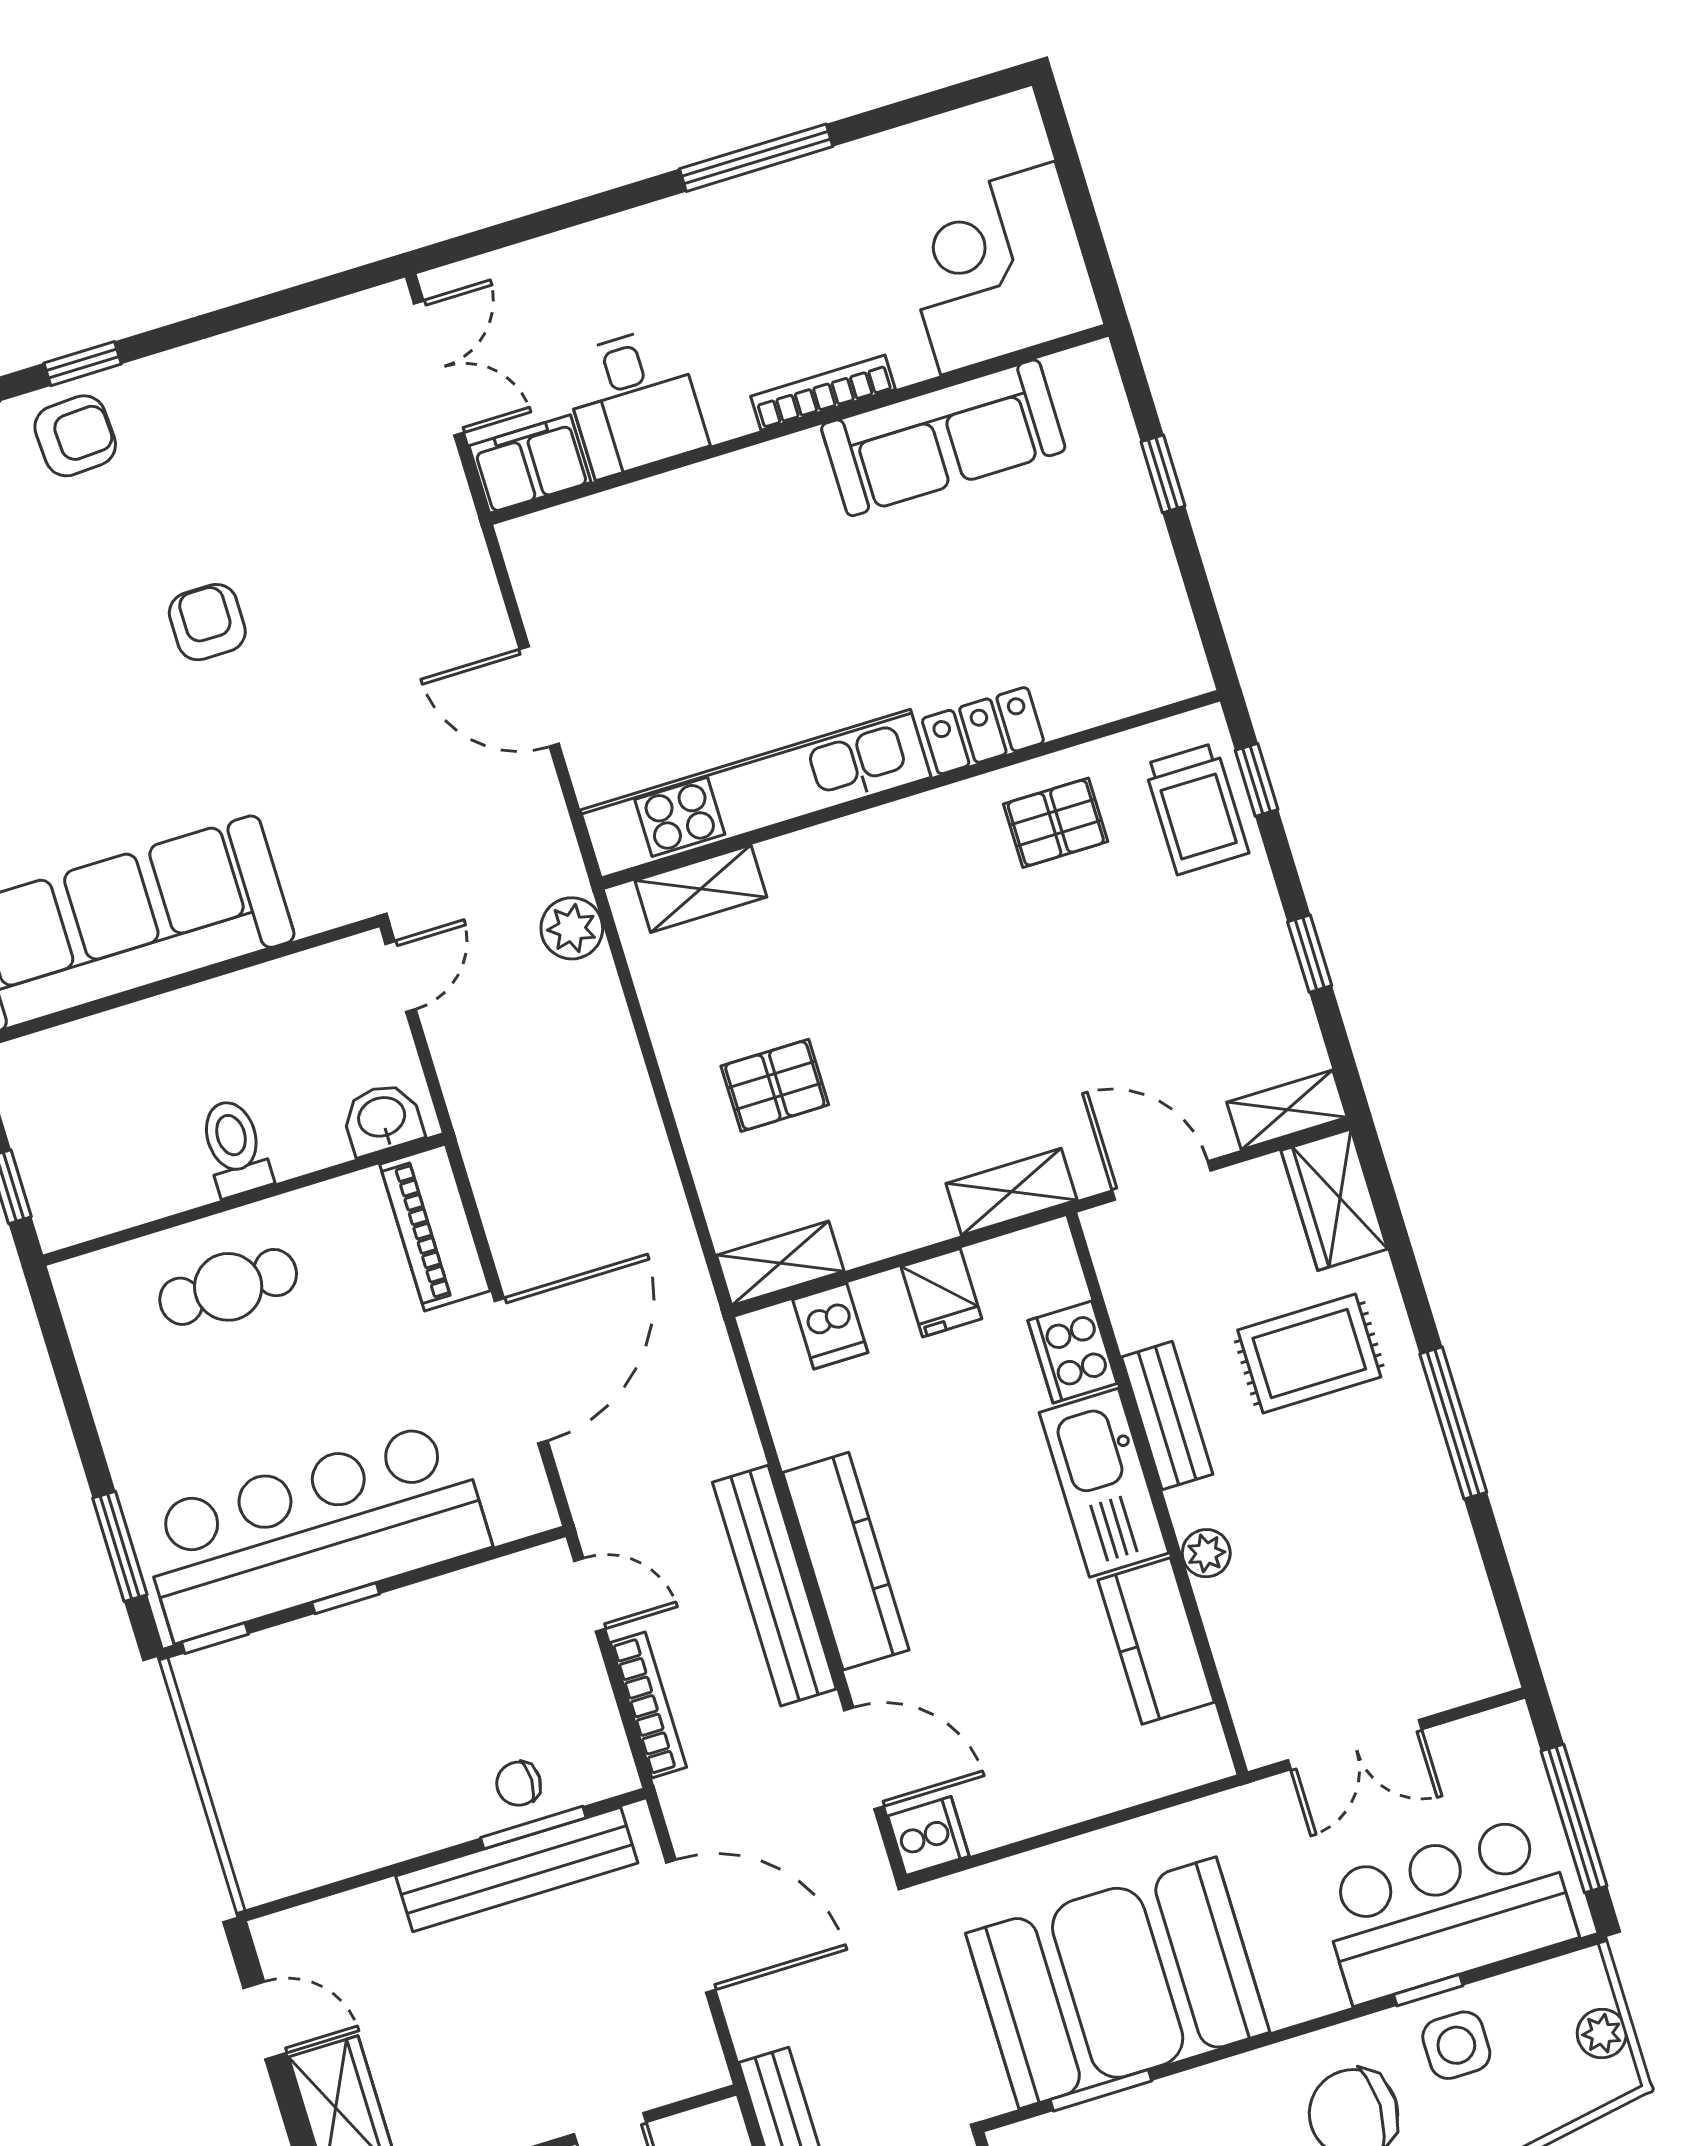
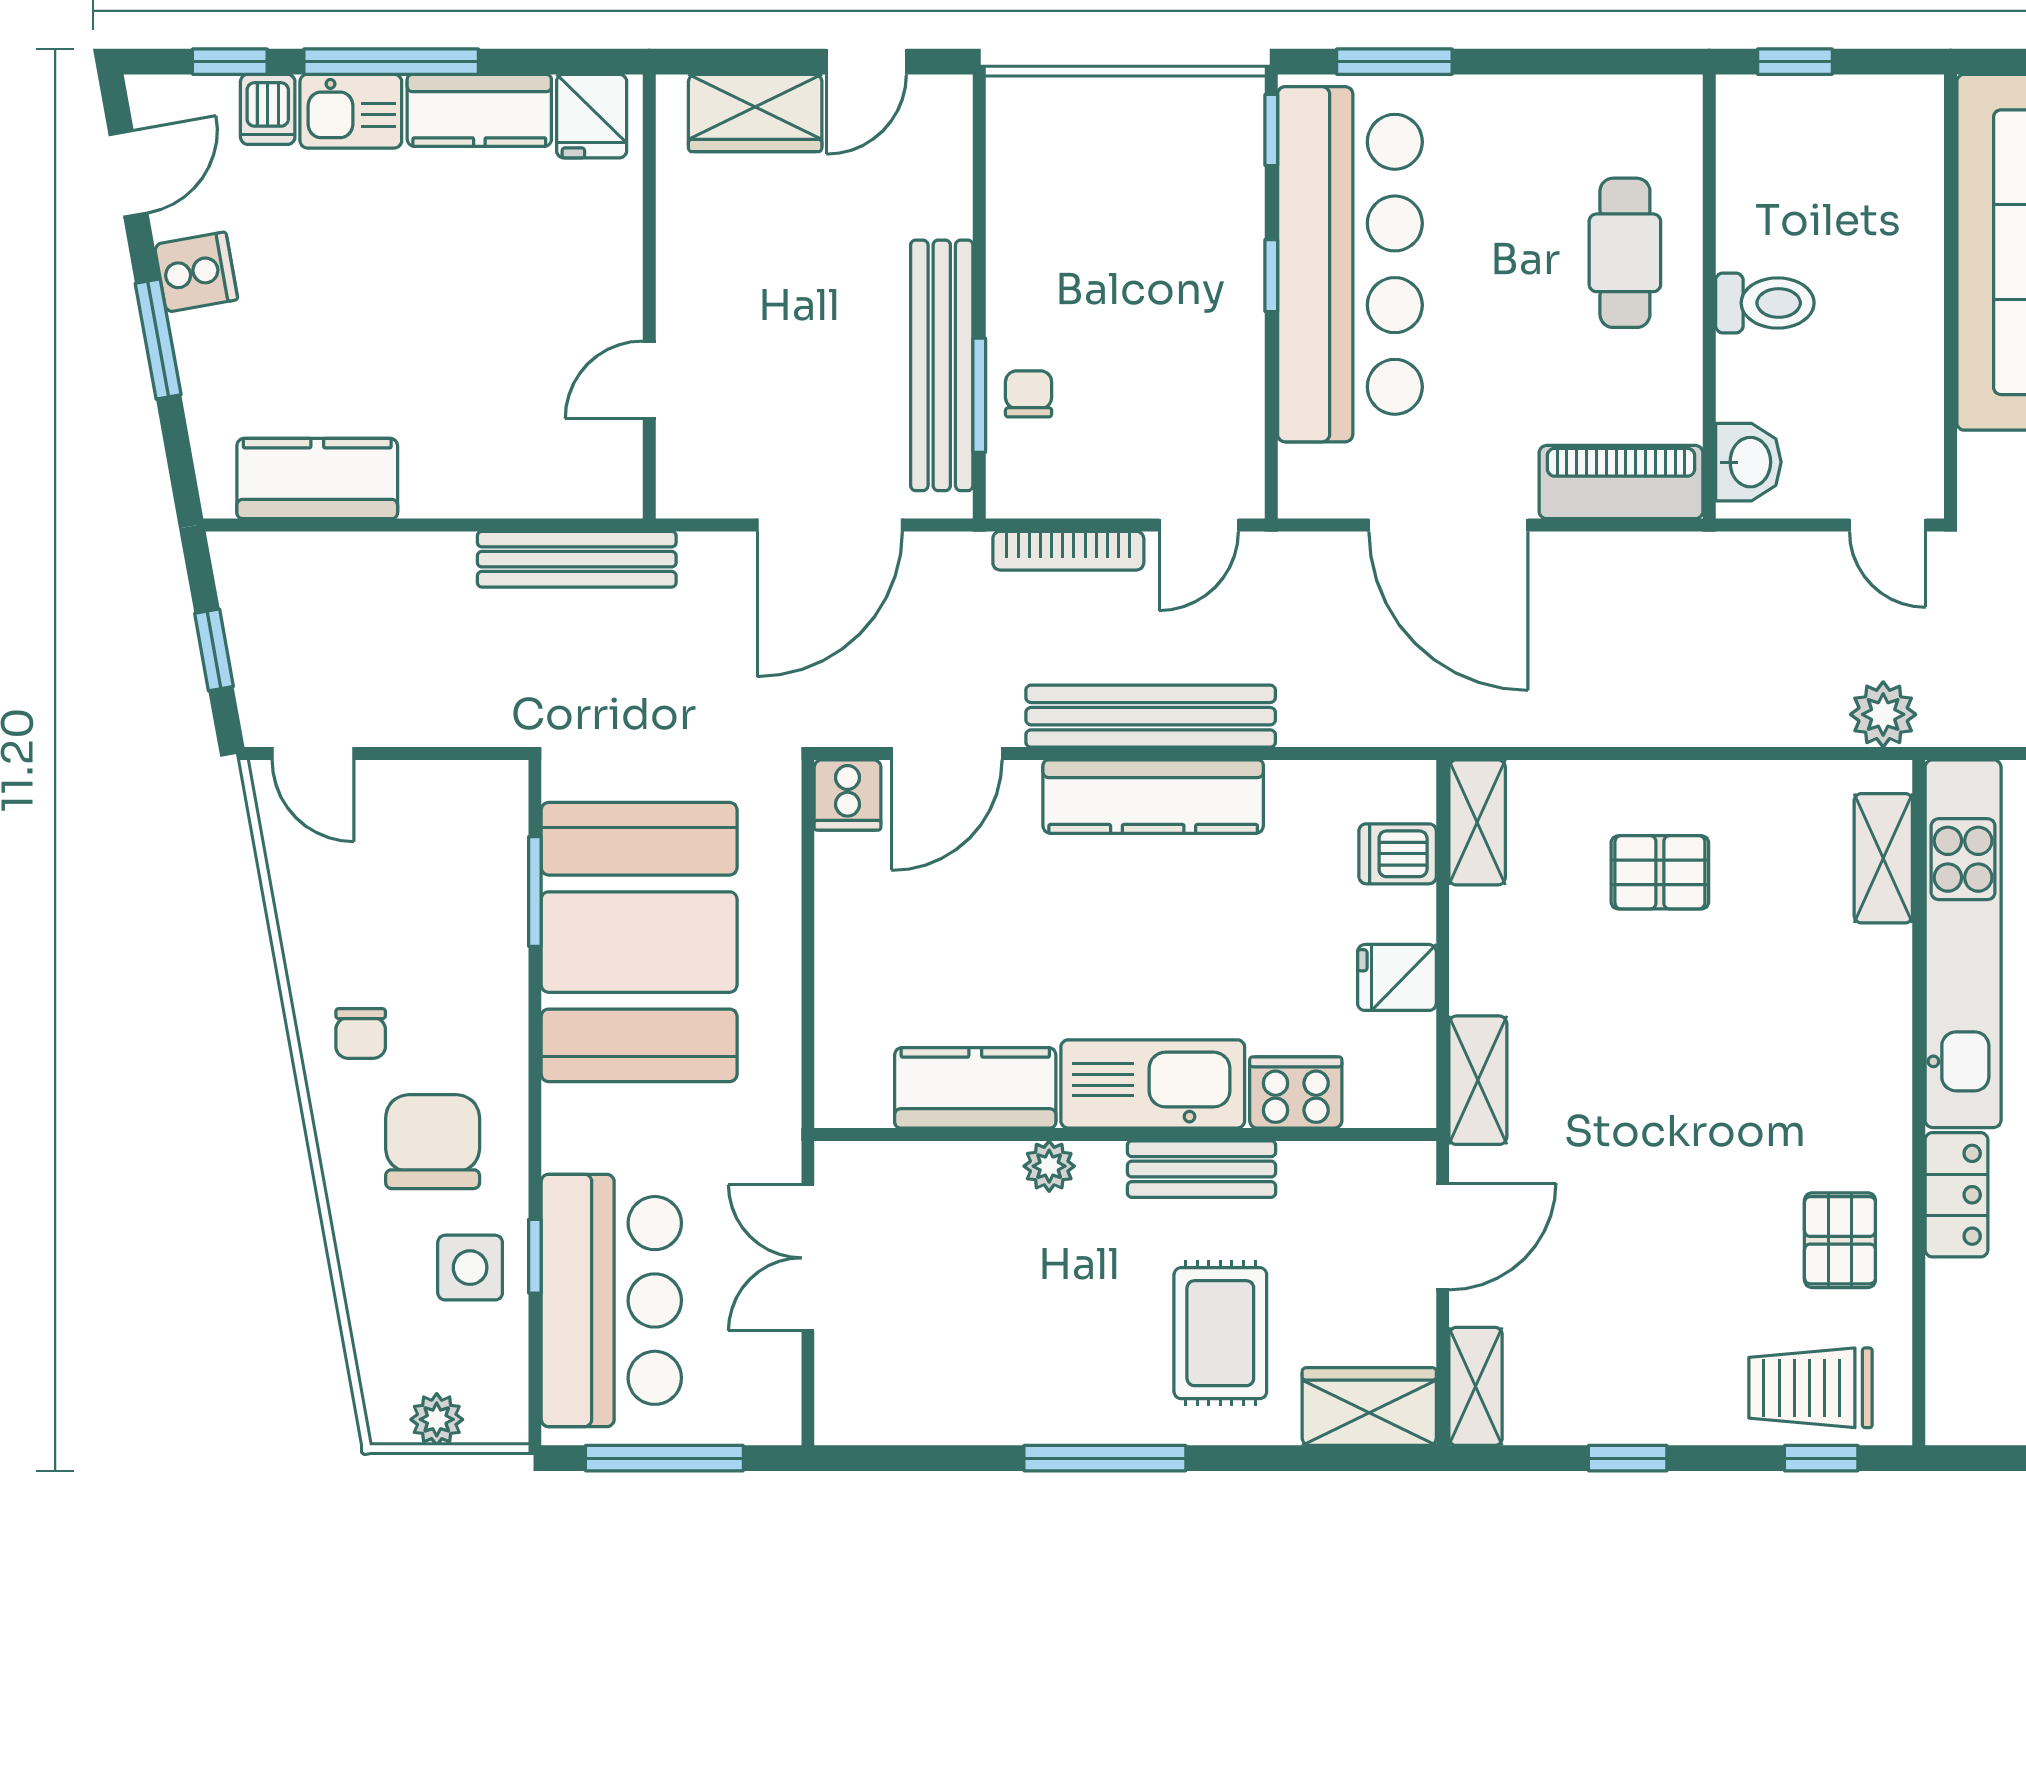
pallet: (775, 1085) -> (1660, 872), turned 90

